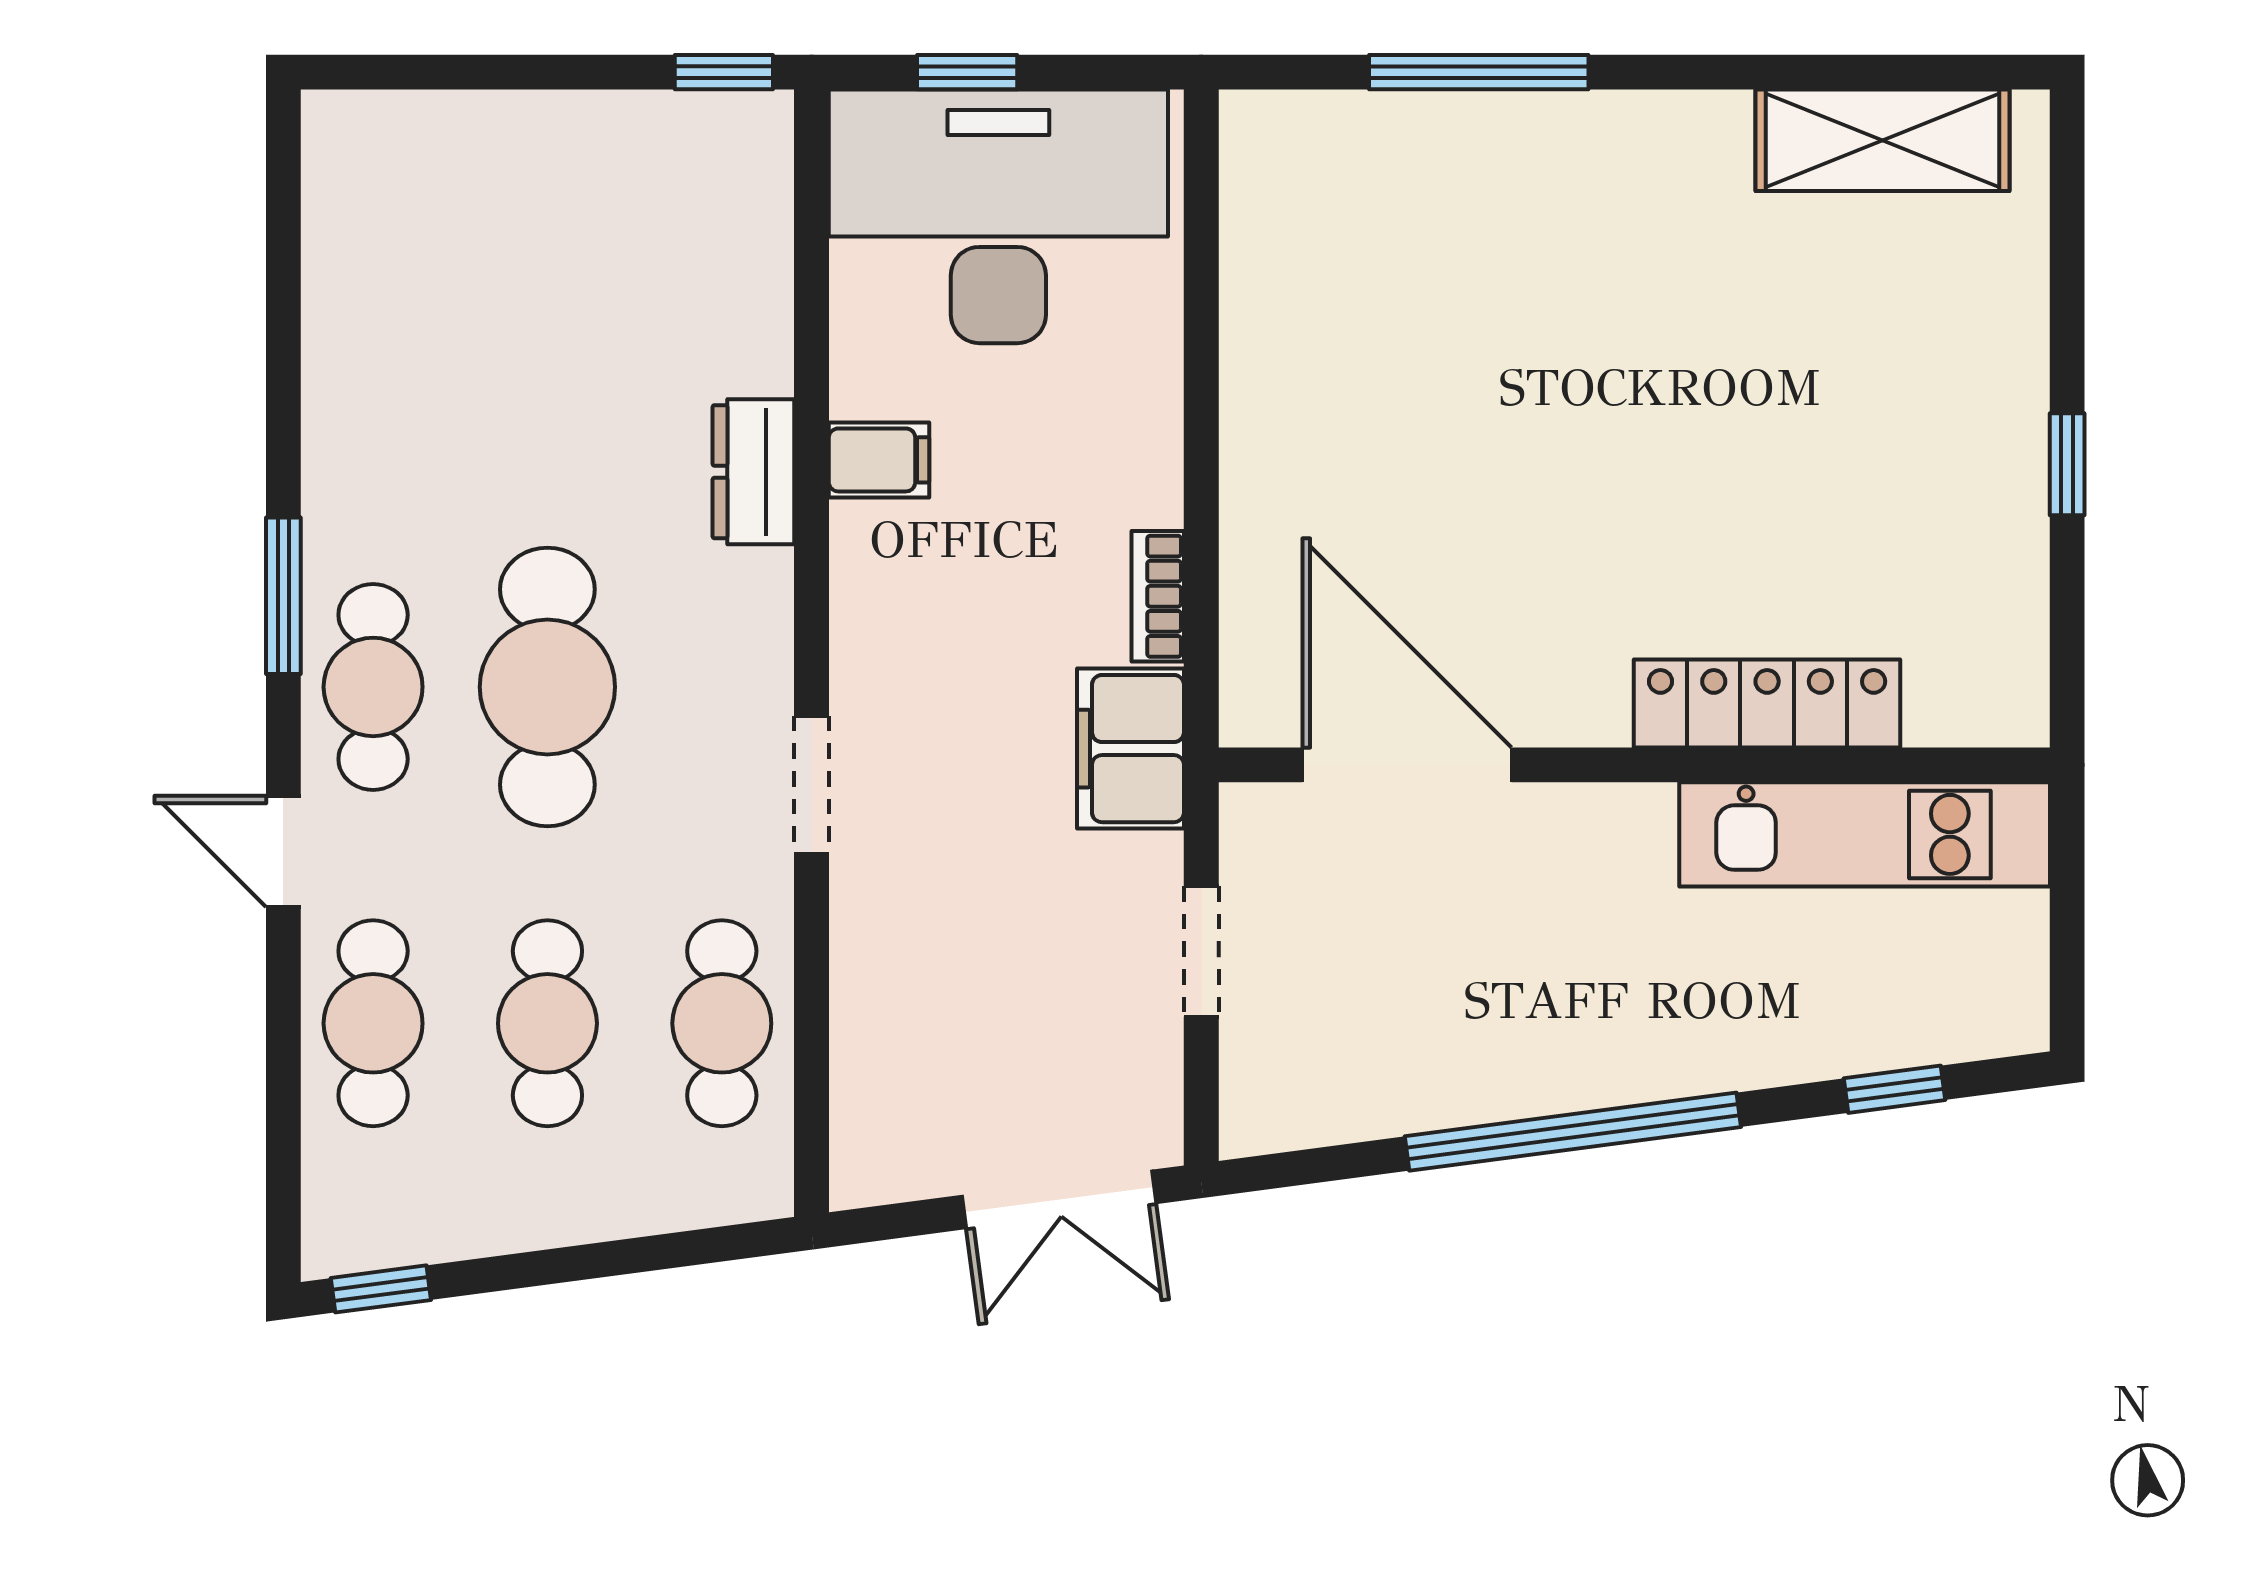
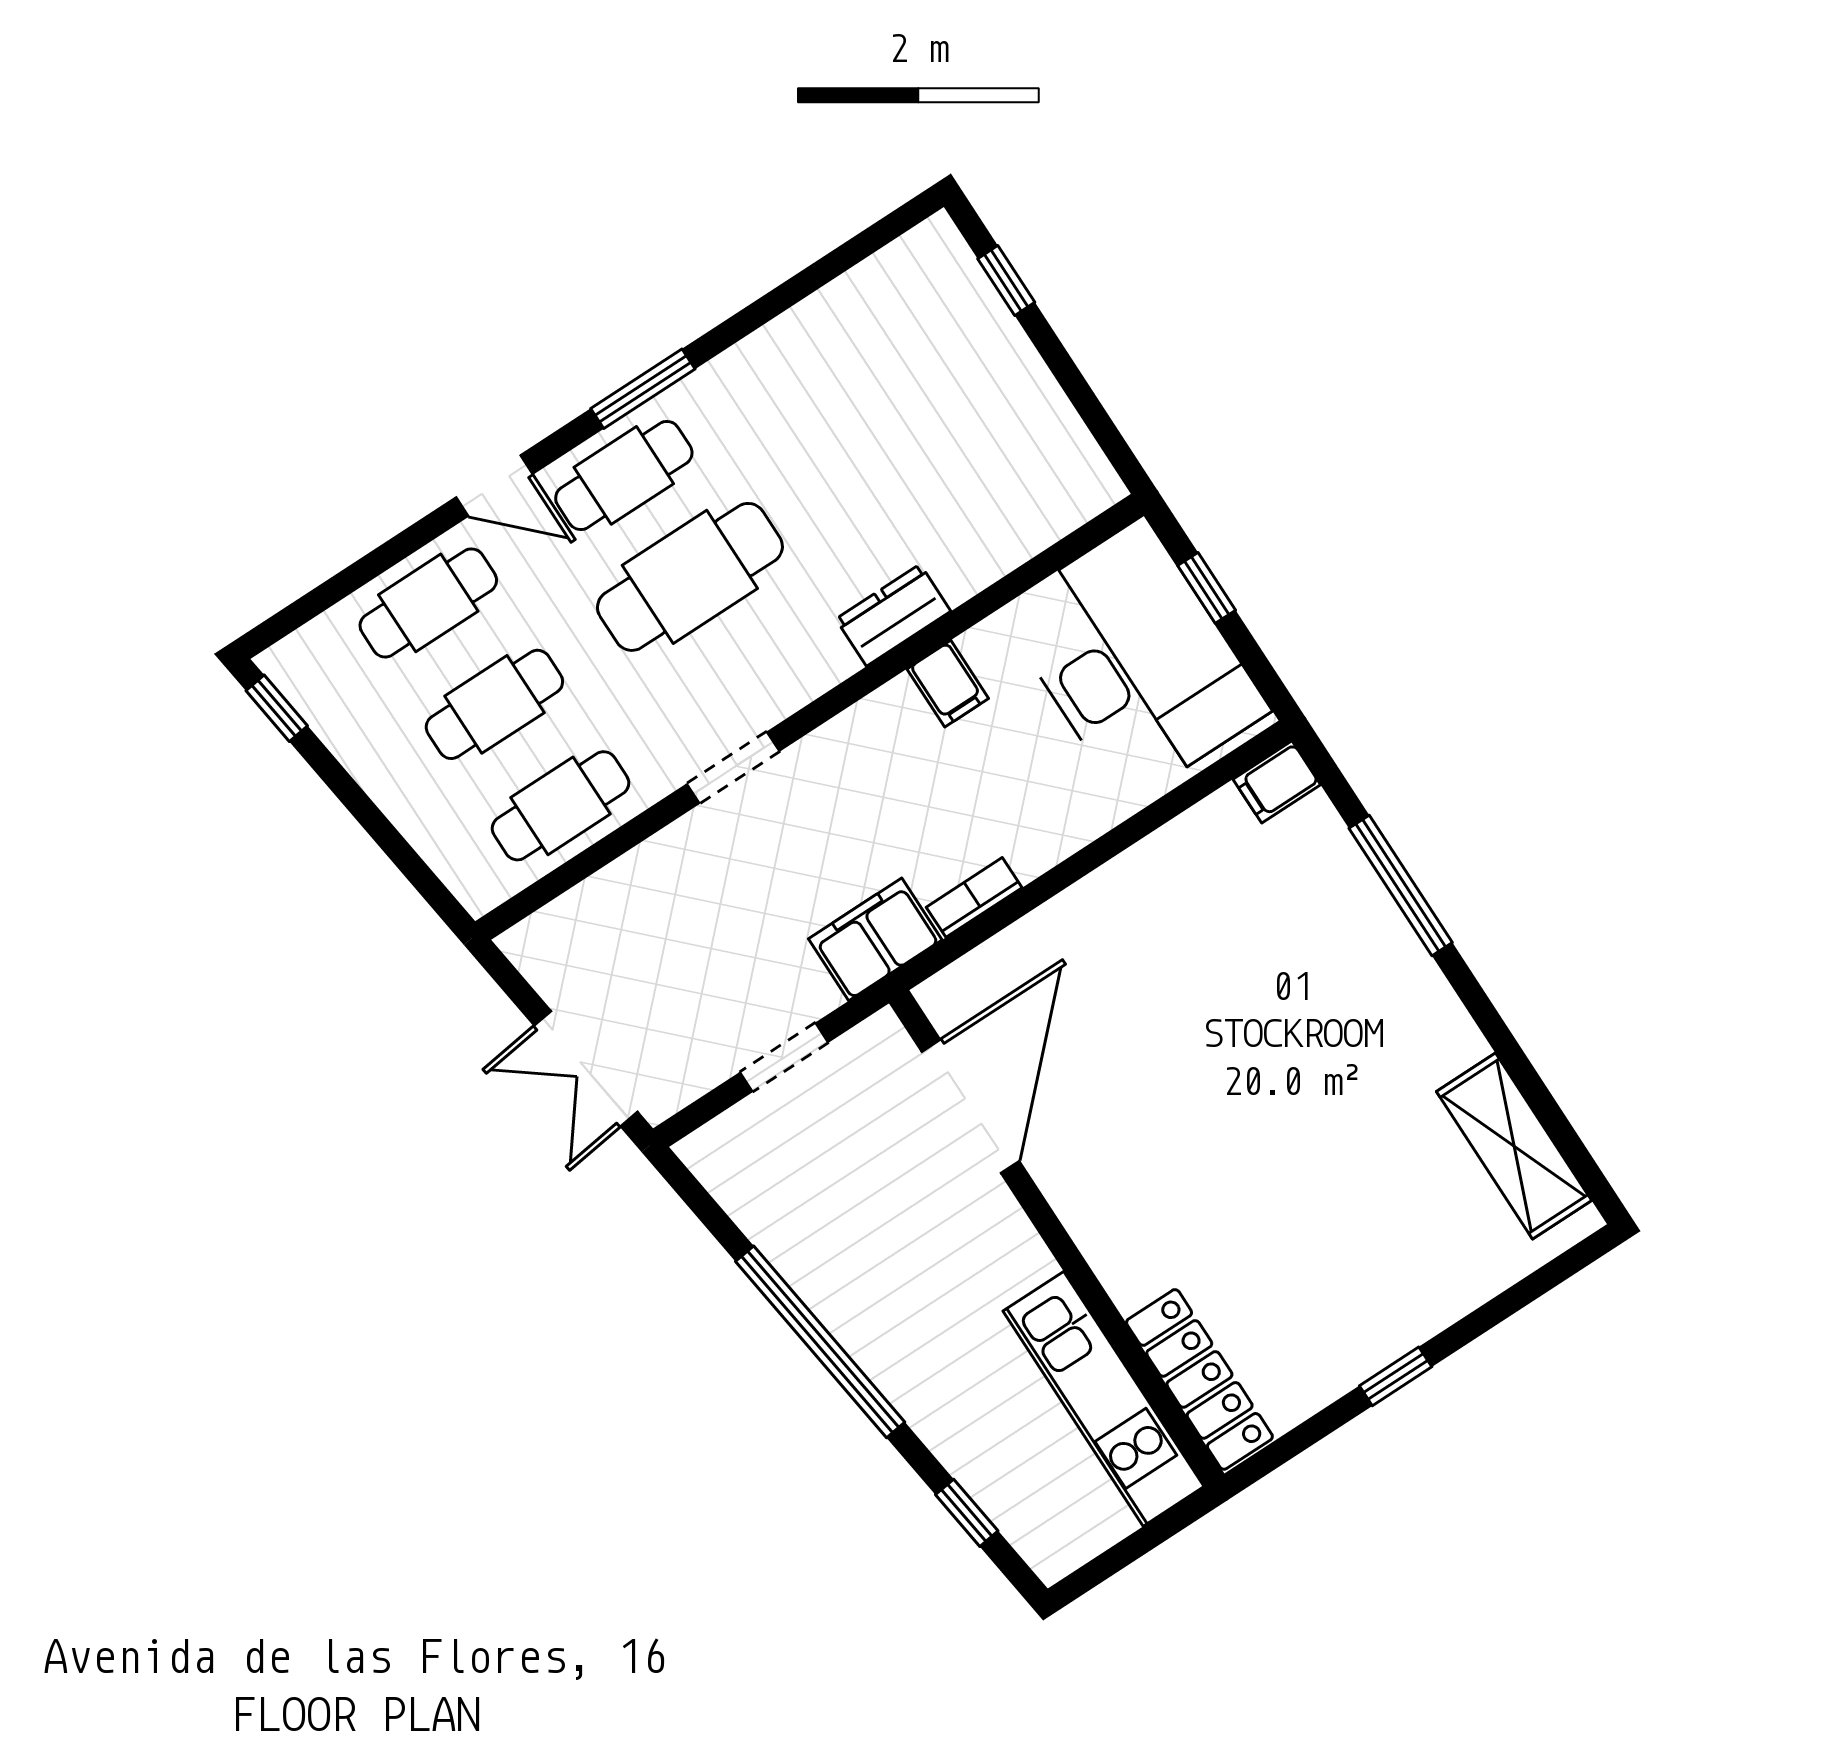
window: (724, 72) -> (1006, 281), moved
filing cabinet: (1257, 140) -> (1277, 782), added
locker: (1767, 704) -> (1199, 1379), moved
door: (283, 851) -> (494, 486), swing flipped

